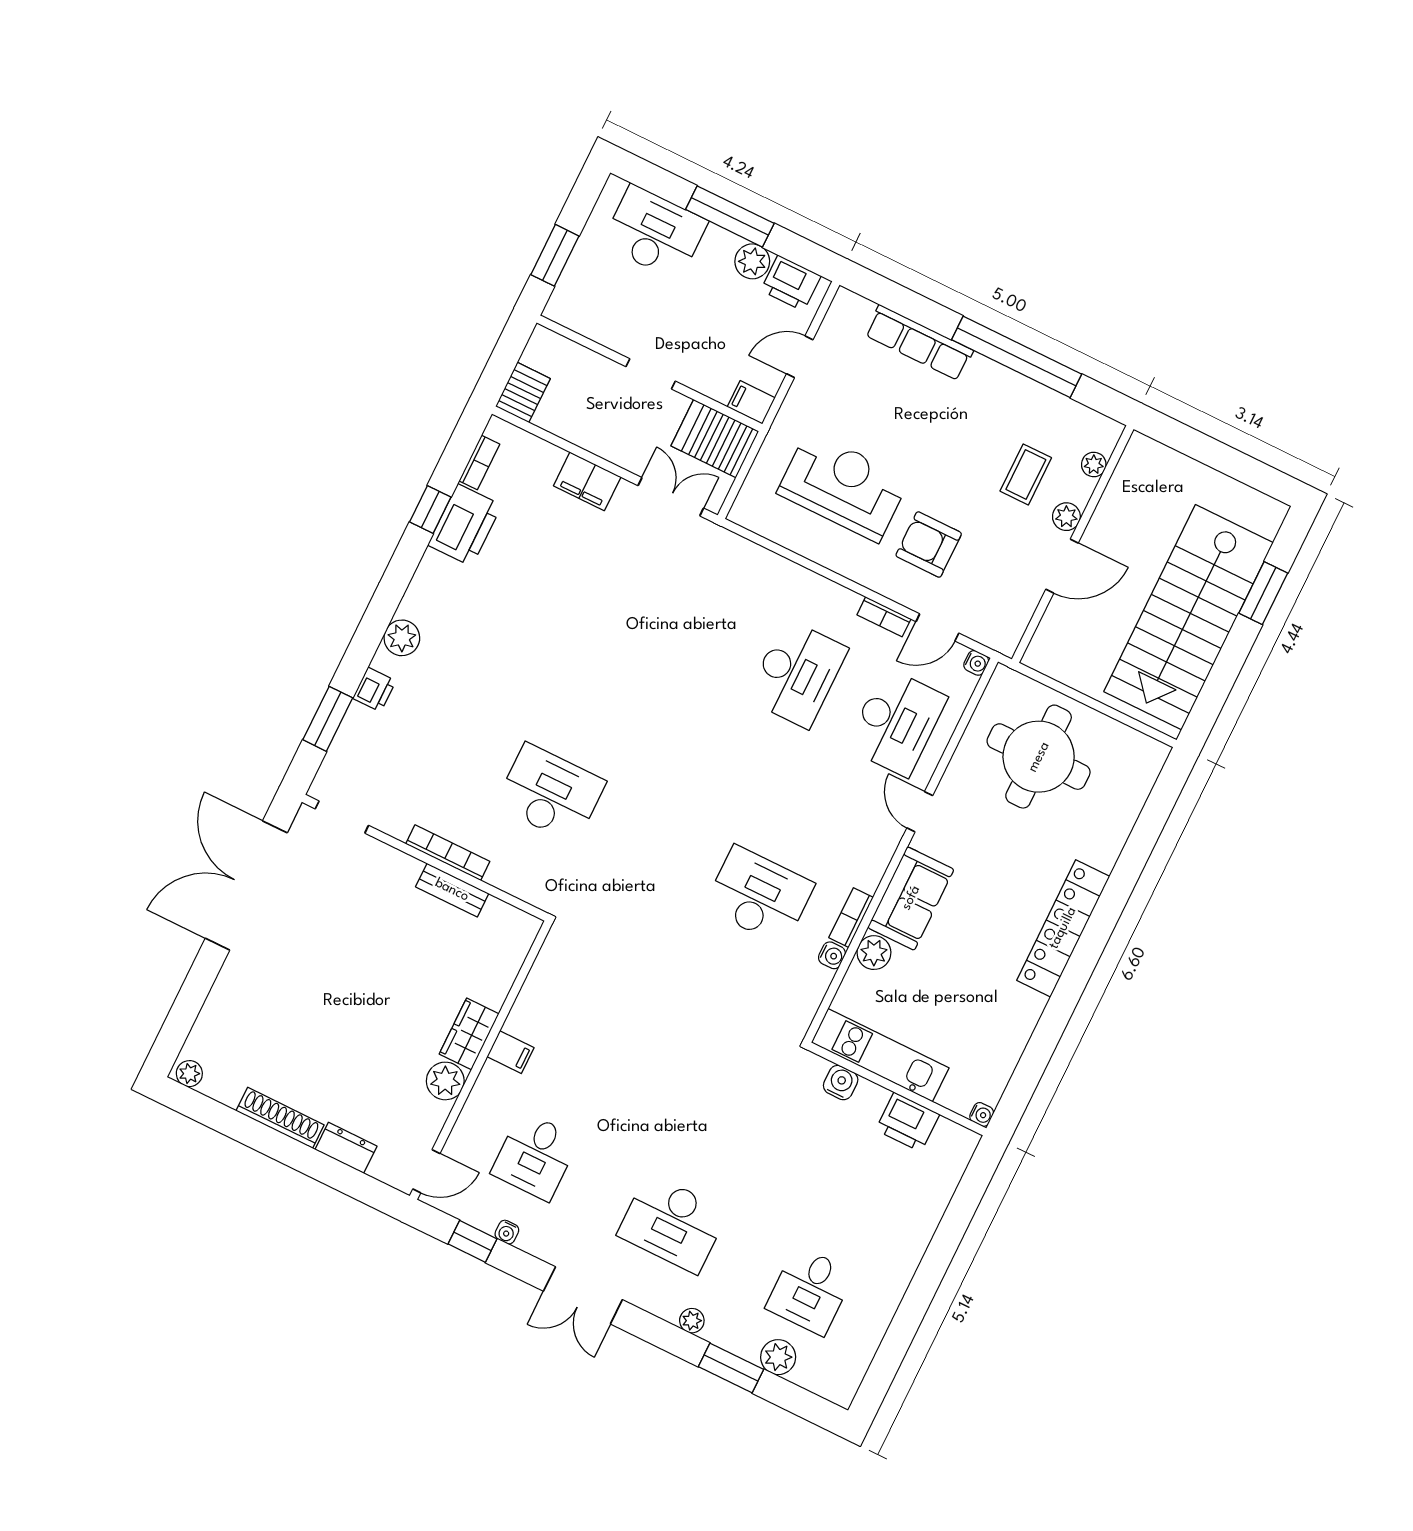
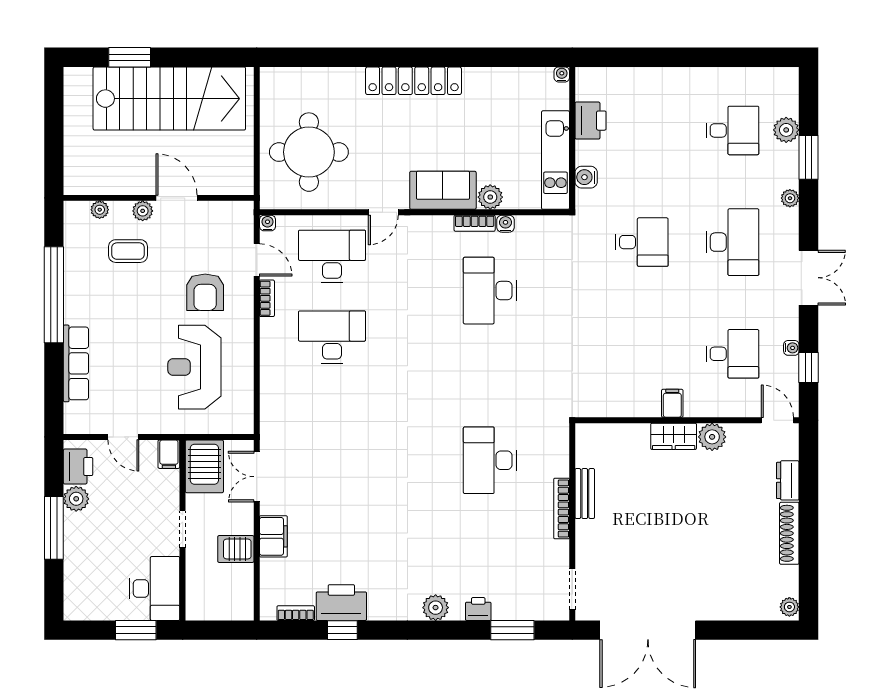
desk: (655, 233) -> (154, 589), moved, turned 180
server rack: (523, 392) -> (236, 549), moved
desk: (727, 1112) -> (642, 242), added

